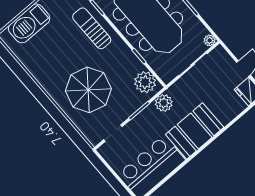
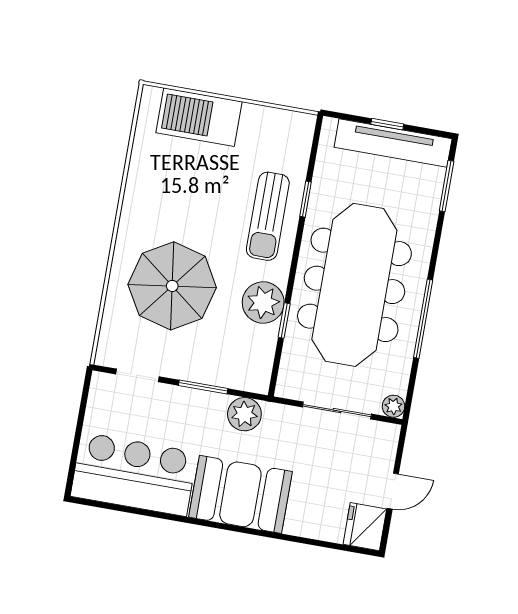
sun lounger: (92, 28) -> (268, 216), turned 180
plant: (145, 82) -> (263, 302), moved

